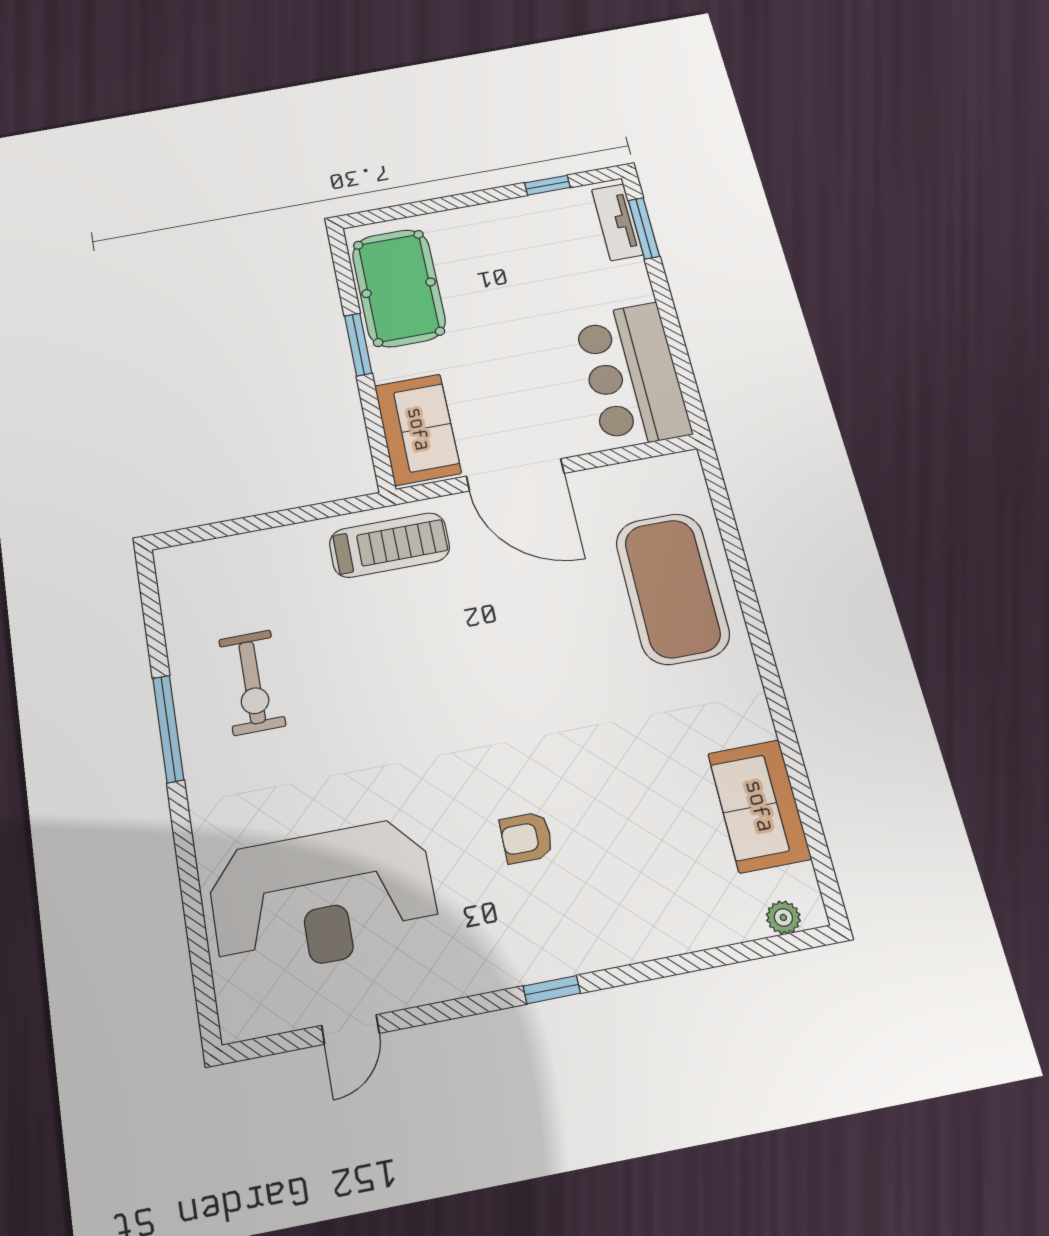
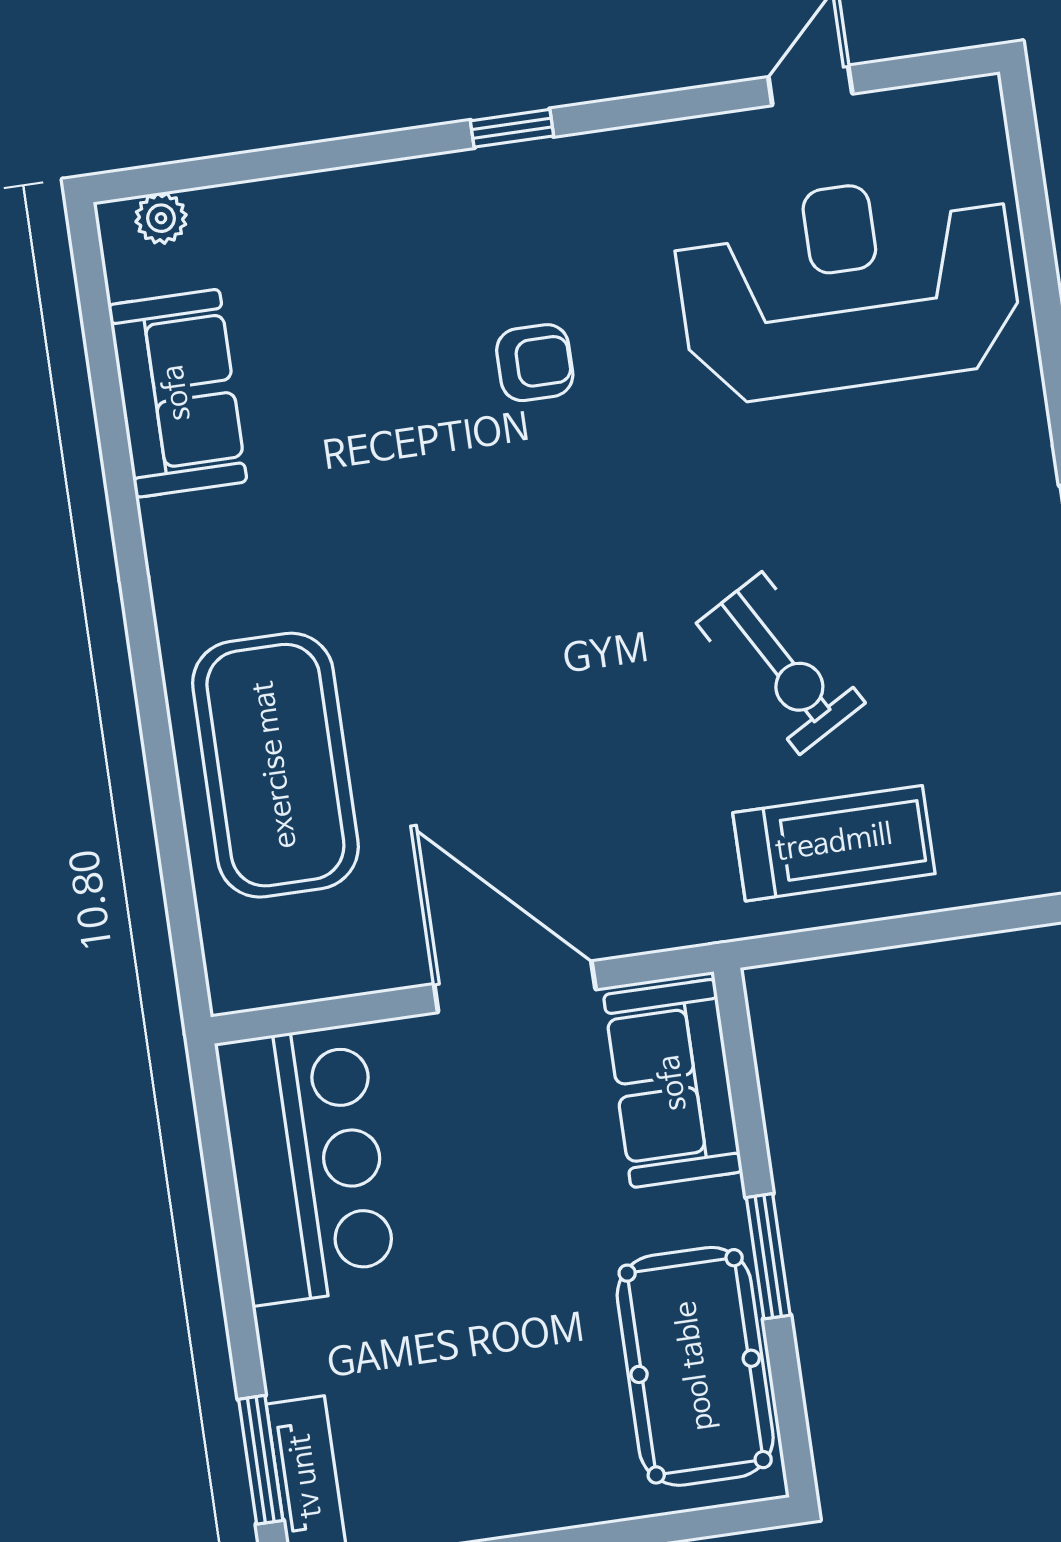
treadmill: (389, 545) -> (834, 843), moved, turned 180
exercise bike: (252, 682) -> (781, 663), moved, turned 150

